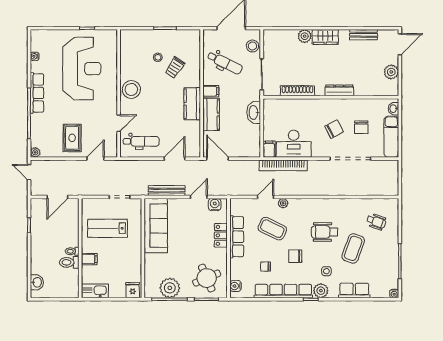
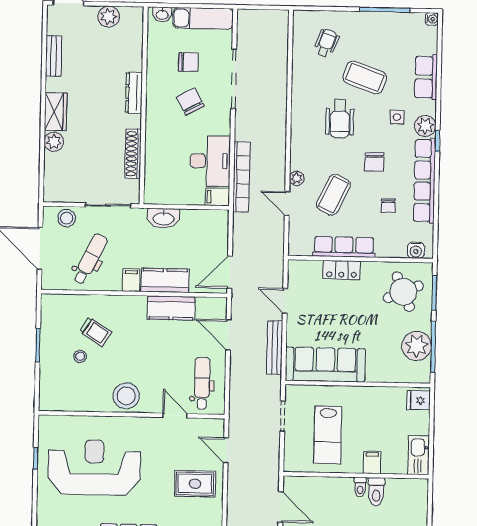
kitchen counter: (192, 104) -> (171, 308), moved
water cooler: (215, 205) -> (296, 278), removed

